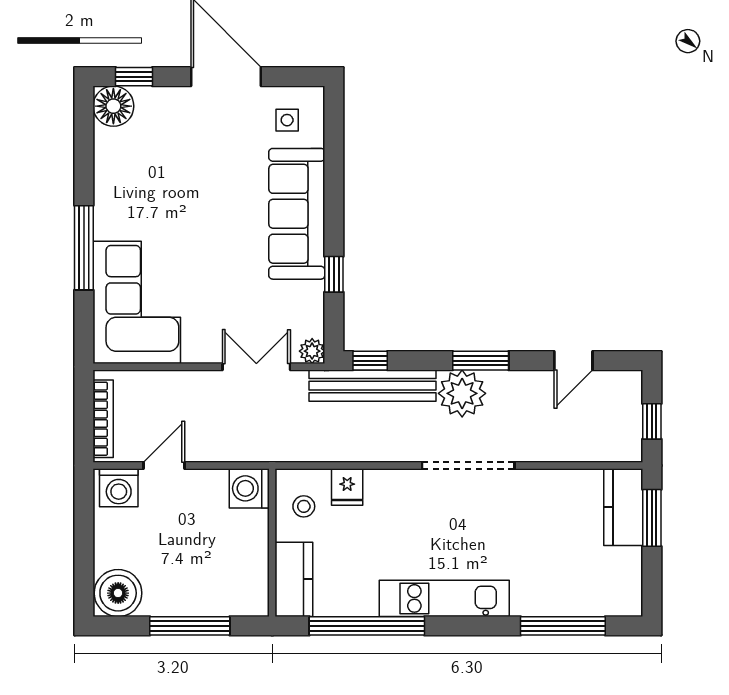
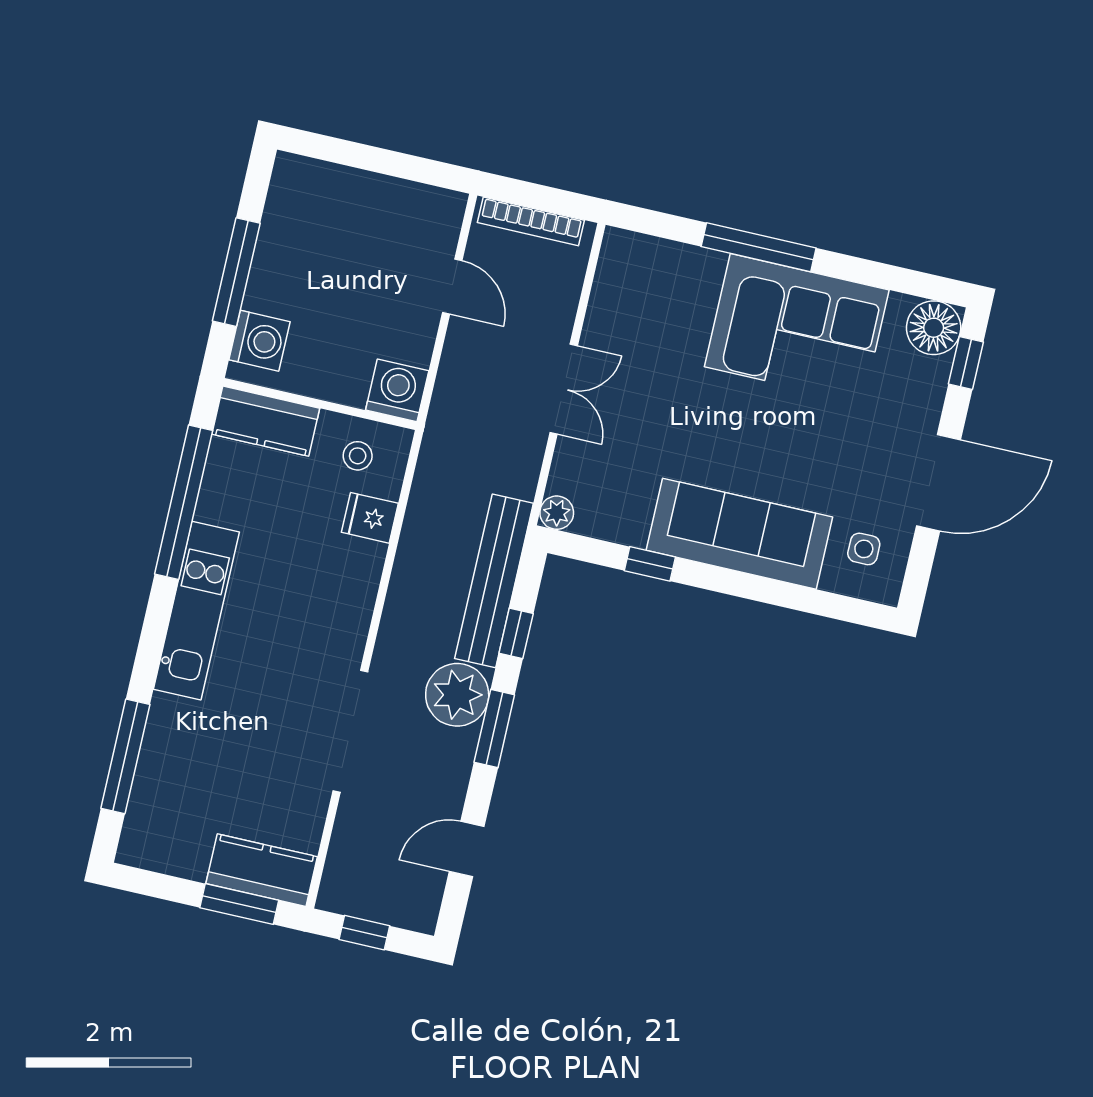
corner sofa: (137, 302) -> (797, 328), moved
window: (370, 361) -> (516, 633), moved
door: (573, 361) -> (467, 849), hinge flipped
double door: (256, 367) -> (564, 389), moved
doorway: (468, 465) -> (350, 731), moved
washing machine: (119, 488) -> (259, 341), moved, turned 180
boiler: (118, 593) -> (300, 189), removed

